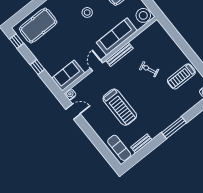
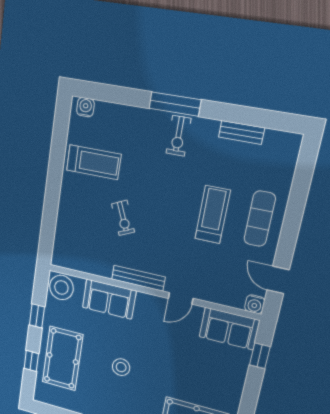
sofa: (117, 37) -> (109, 299), width x0.73
window: (37, 67) -> (260, 356), moved
treadmill: (120, 107) -> (213, 215), width x0.73, depth x0.73
exercise bike: (161, 119) -> (178, 136), added
exercise mat: (119, 148) -> (260, 219), moved

